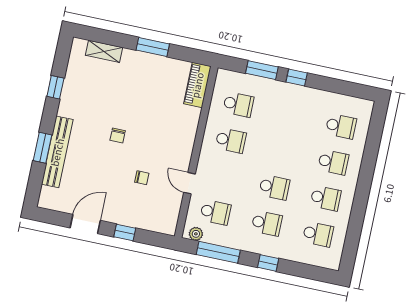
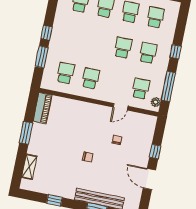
piano: (197, 85) -> (43, 108), moved, turned -90

